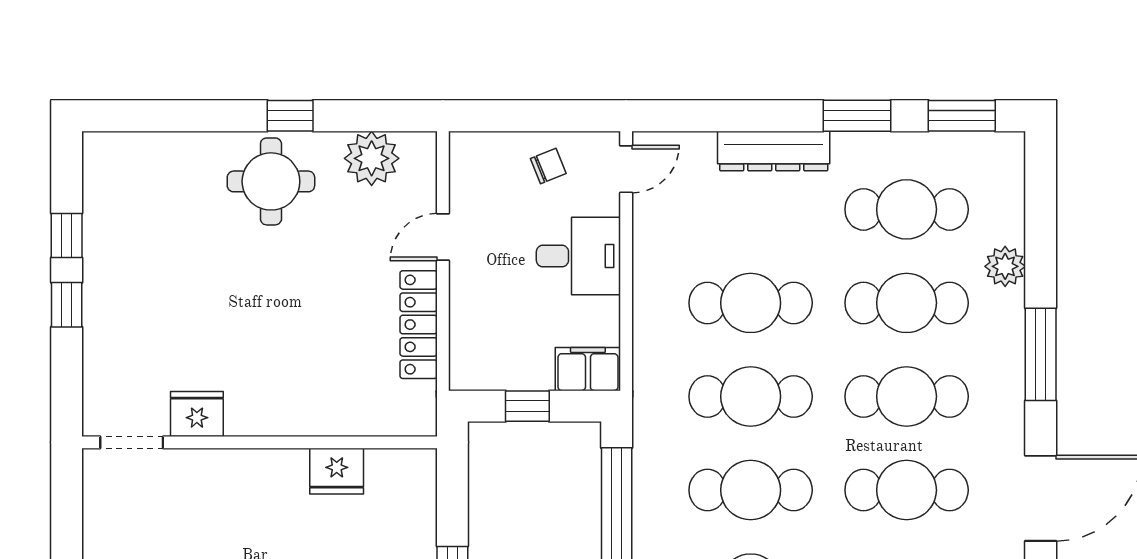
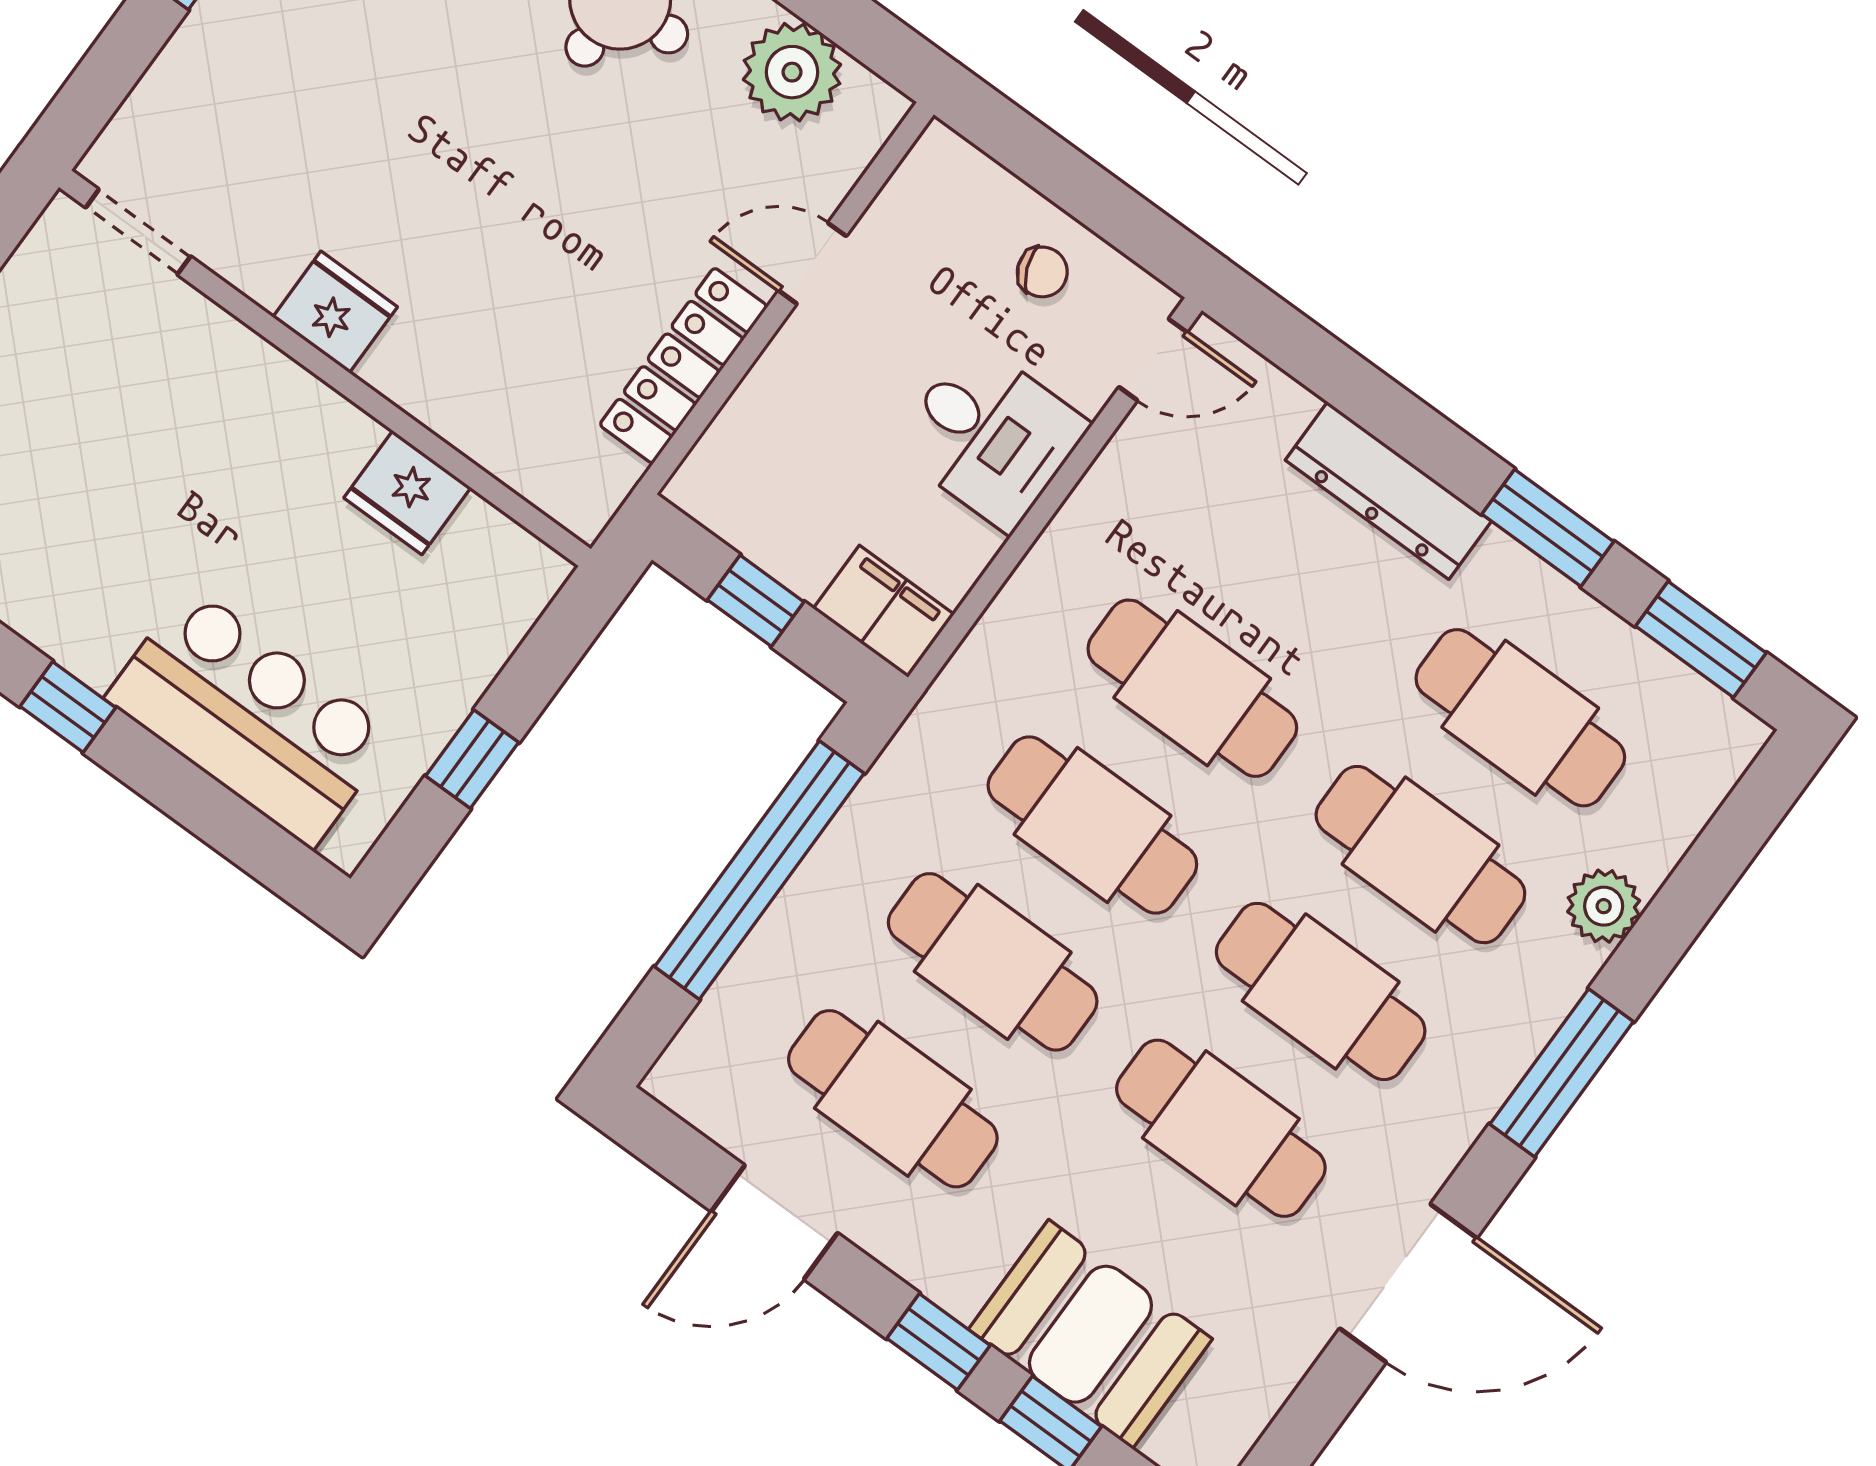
fridge: (197, 414) -> (335, 312), moved

